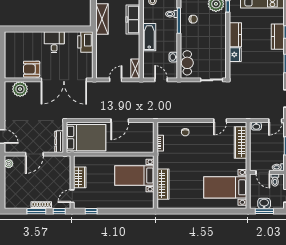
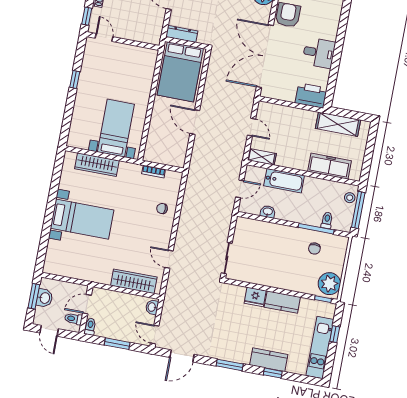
bathtub: (149, 37) -> (284, 181), moved
cafe table: (187, 63) -> (256, 229), removed
wardrobe: (80, 177) -> (128, 53), removed
bed with nightstands: (225, 187) -> (82, 219), moved, turned 90
window: (91, 211) -> (75, 80), moved

